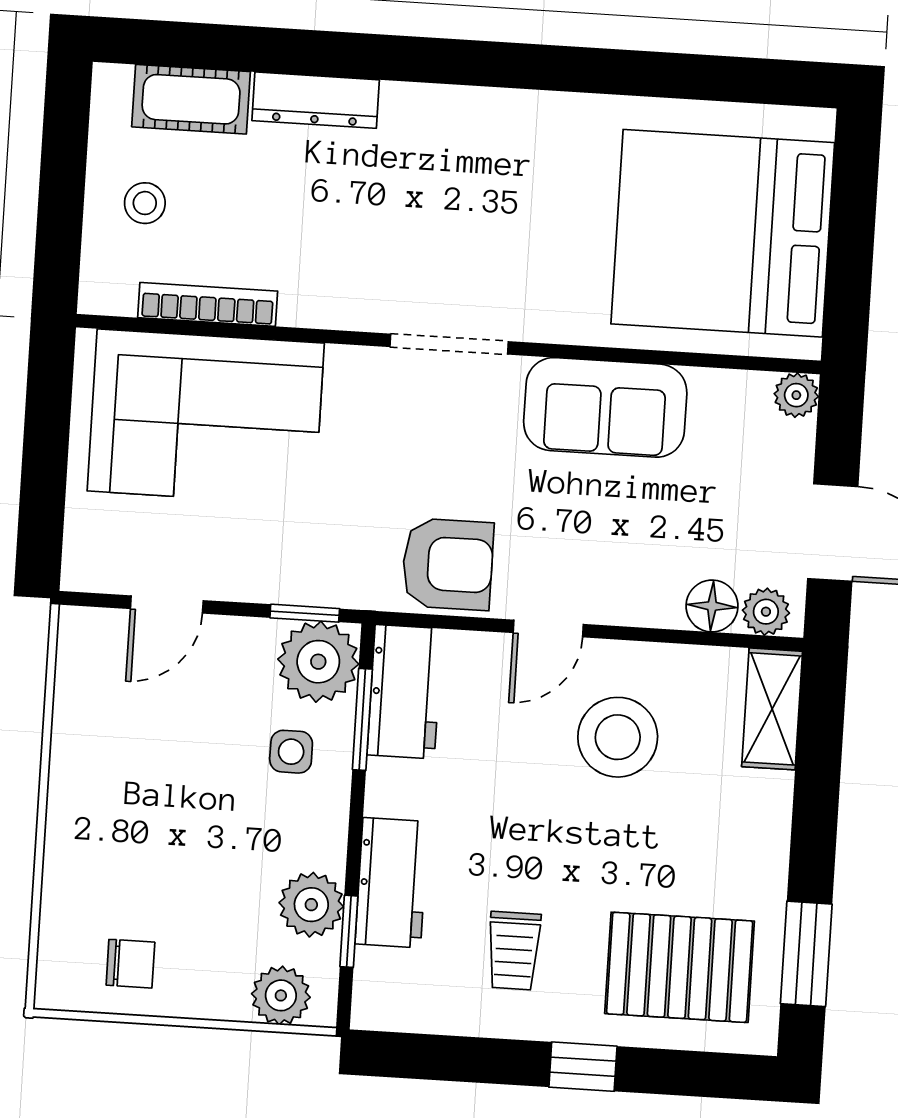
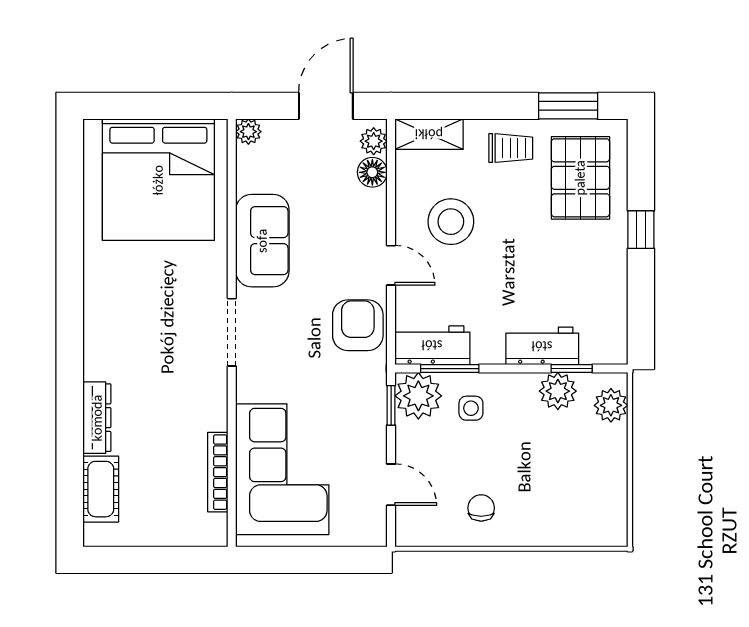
stool: (145, 203) -> (162, 512), removed
trolley: (514, 951) -> (511, 148), moved
chair: (130, 964) -> (481, 508), moved

